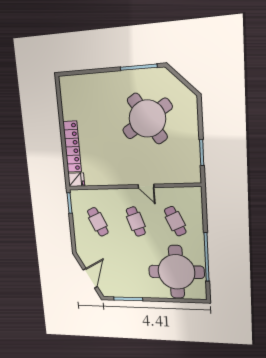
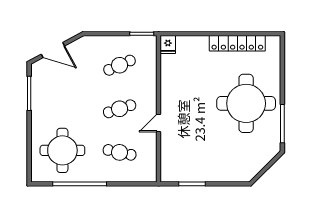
round table: (147, 119) -> (246, 103), moved, turned 32
locker: (72, 147) -> (237, 43), moved
cafe table: (175, 221) -> (120, 152), turned 36
round table: (176, 272) -> (62, 150), width x0.73, depth x0.73

